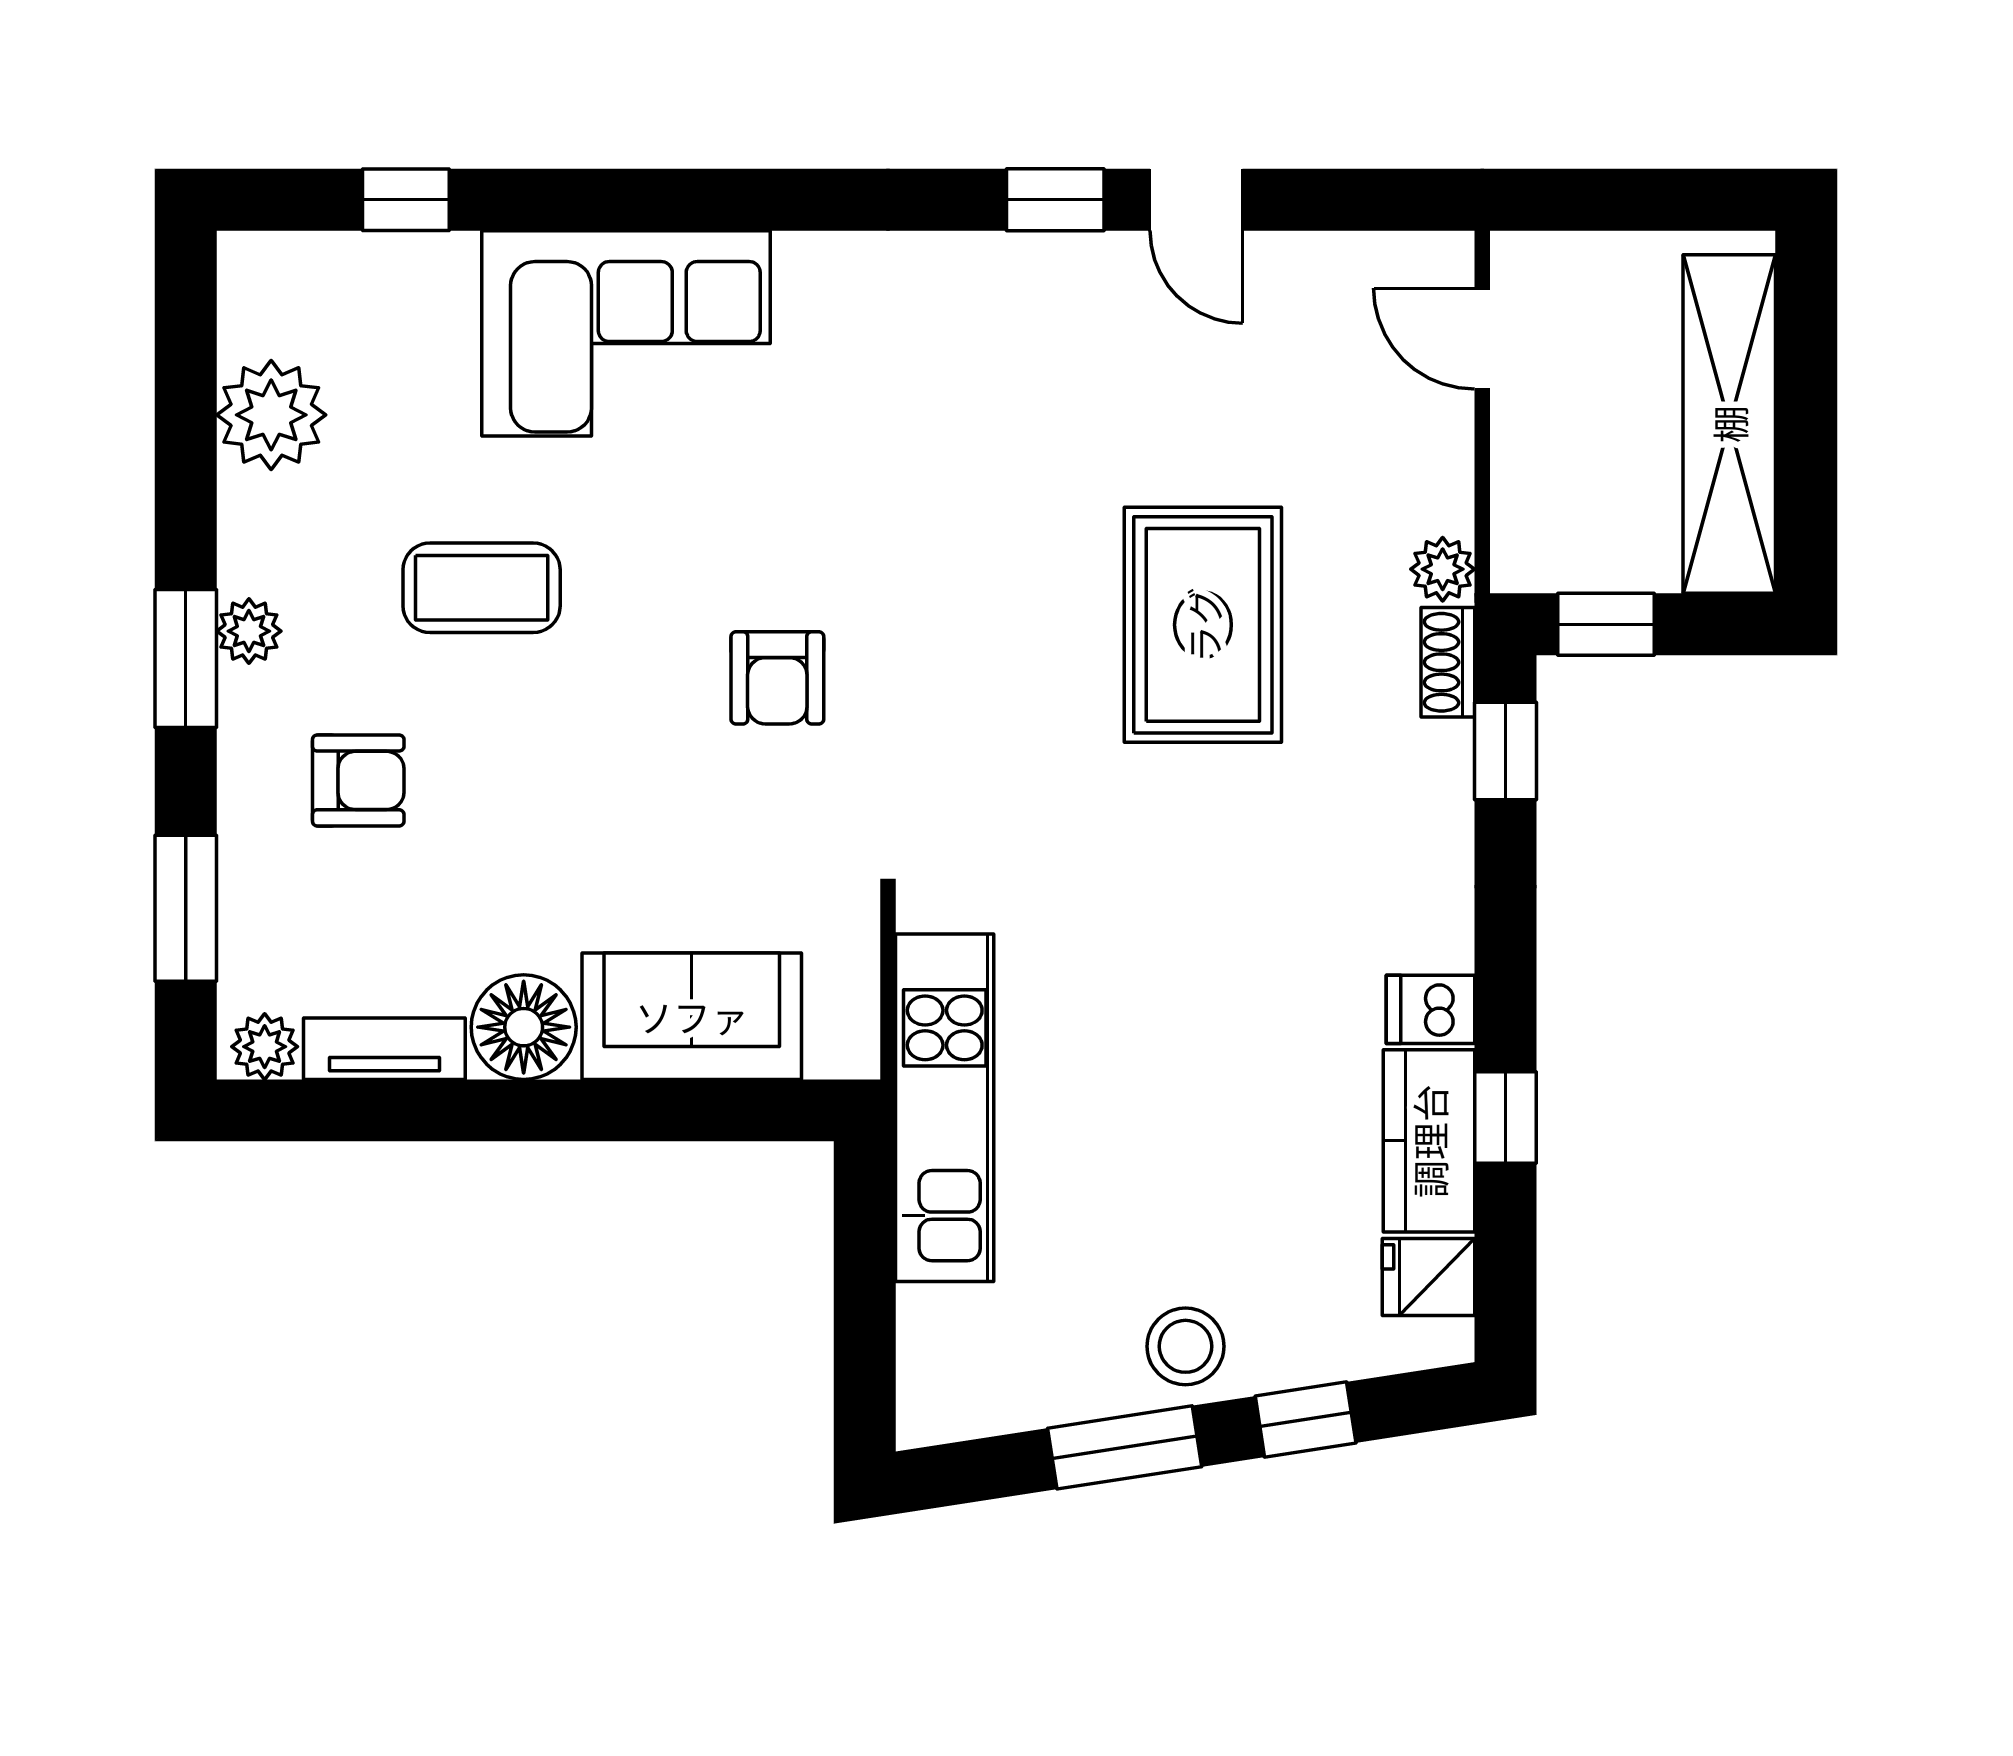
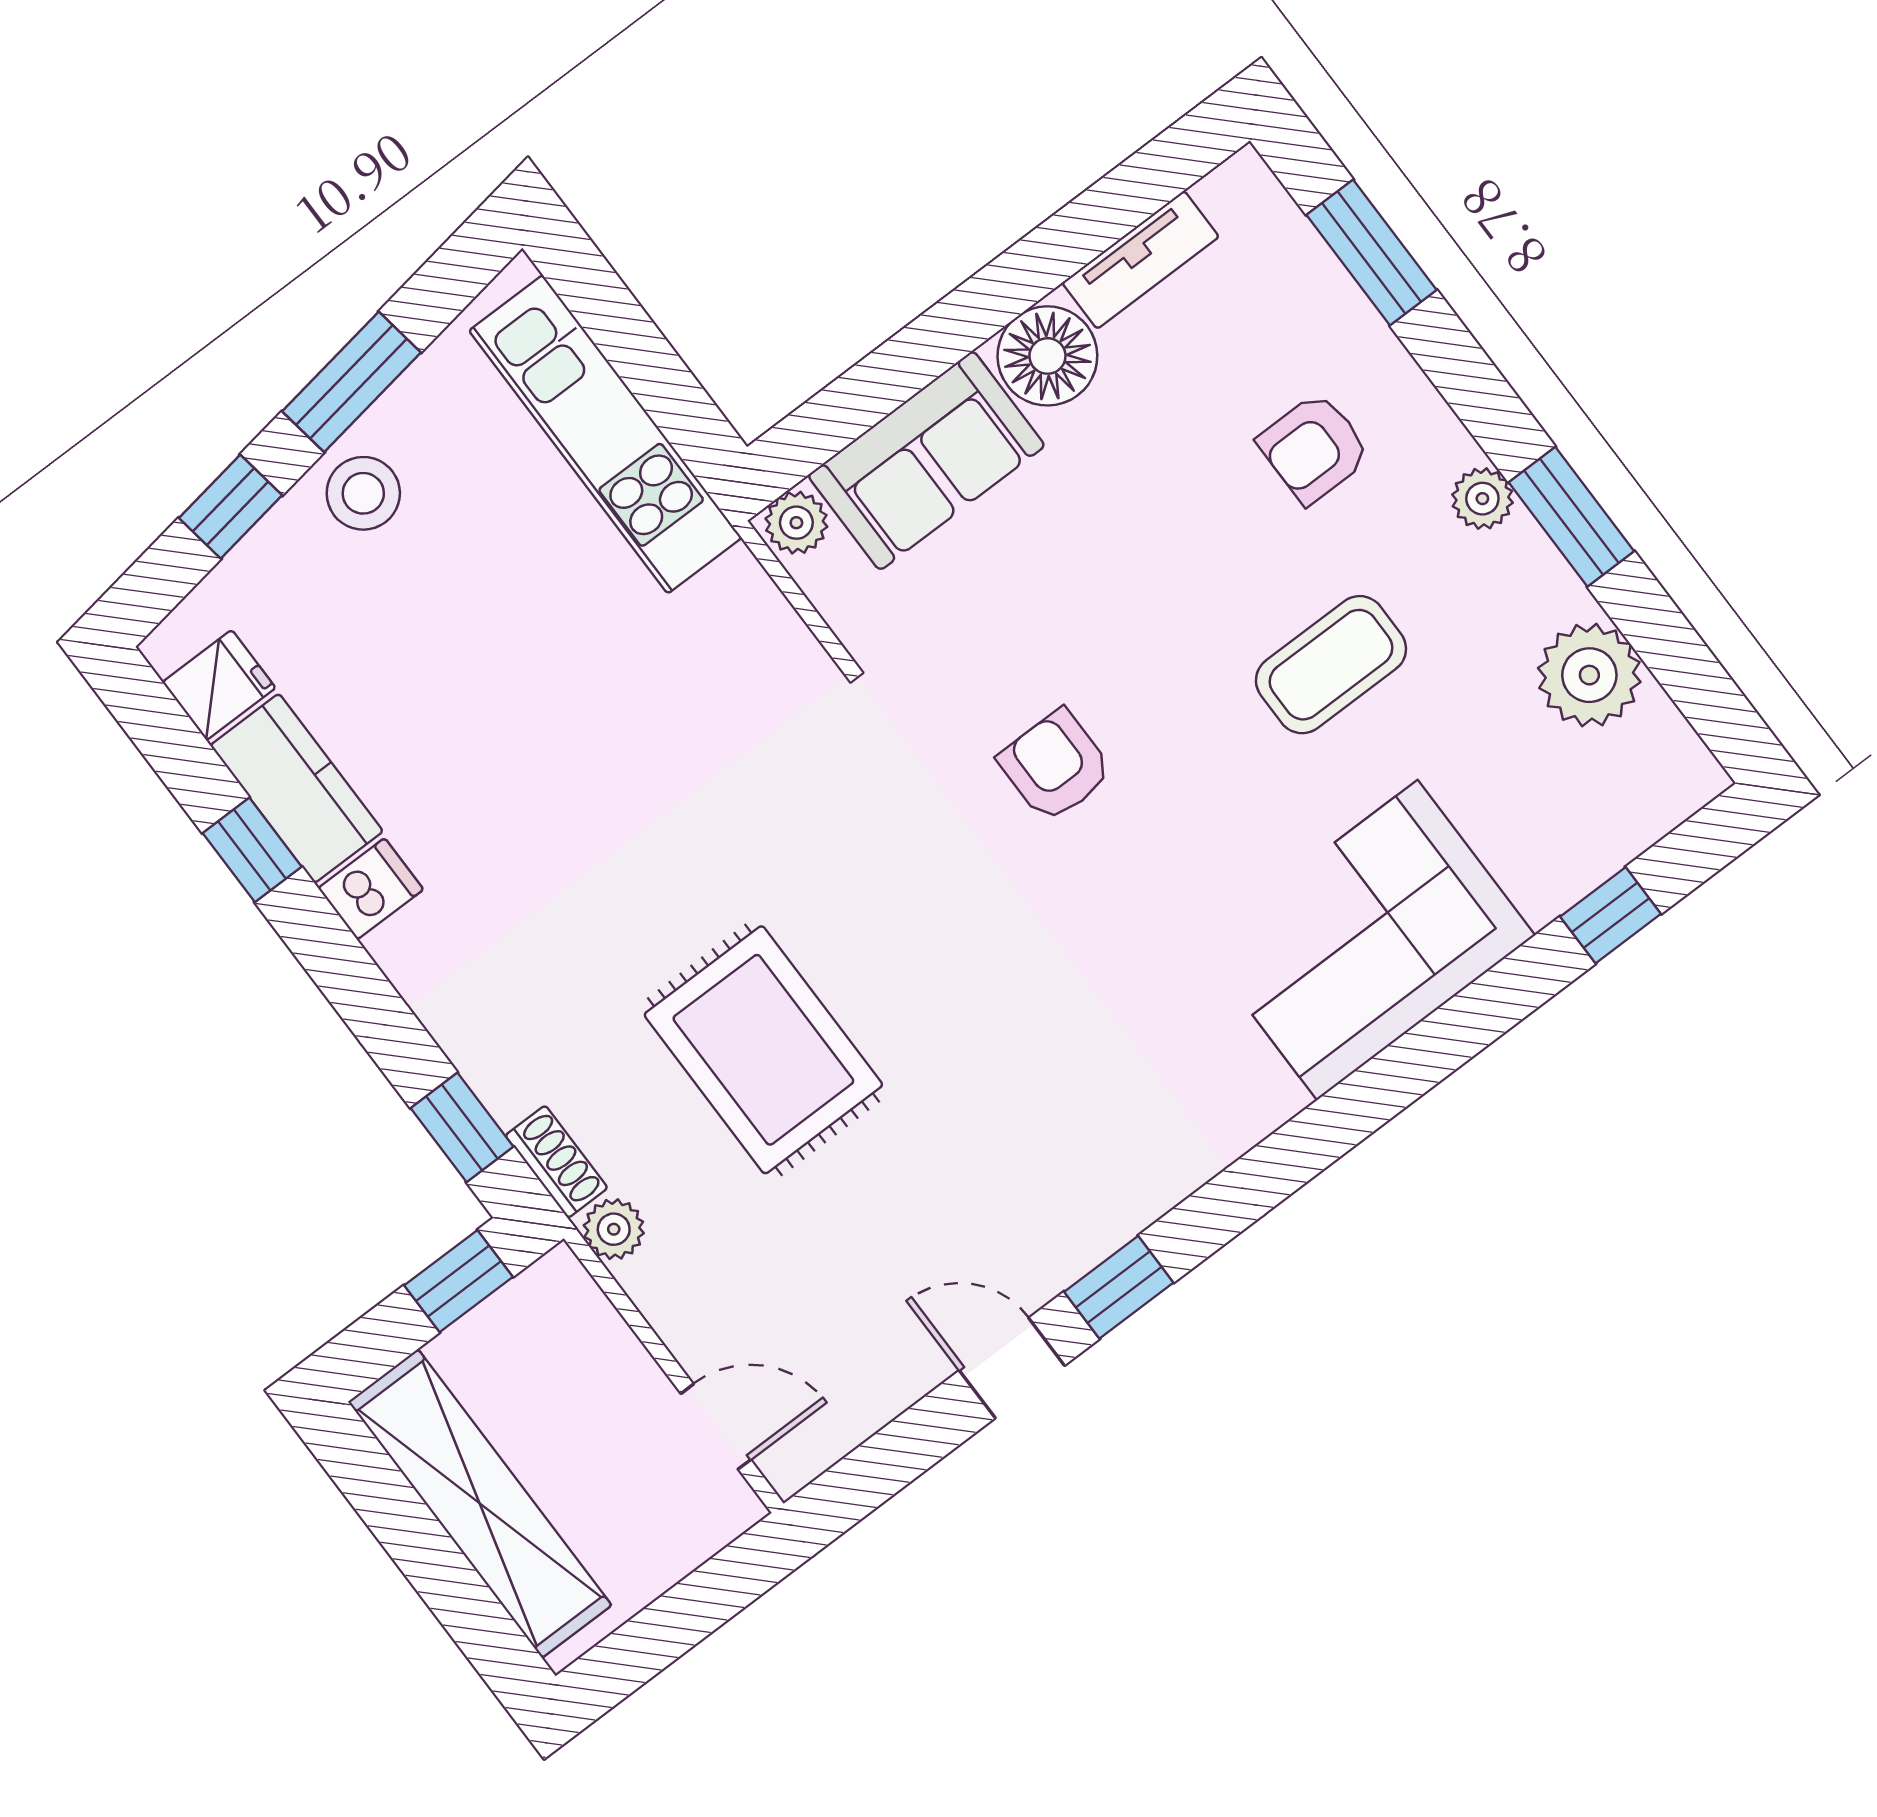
window: (186, 658) -> (1571, 517), moved
plant: (265, 1047) -> (796, 523), moved
kitchen unit: (945, 1108) -> (605, 434), moved

